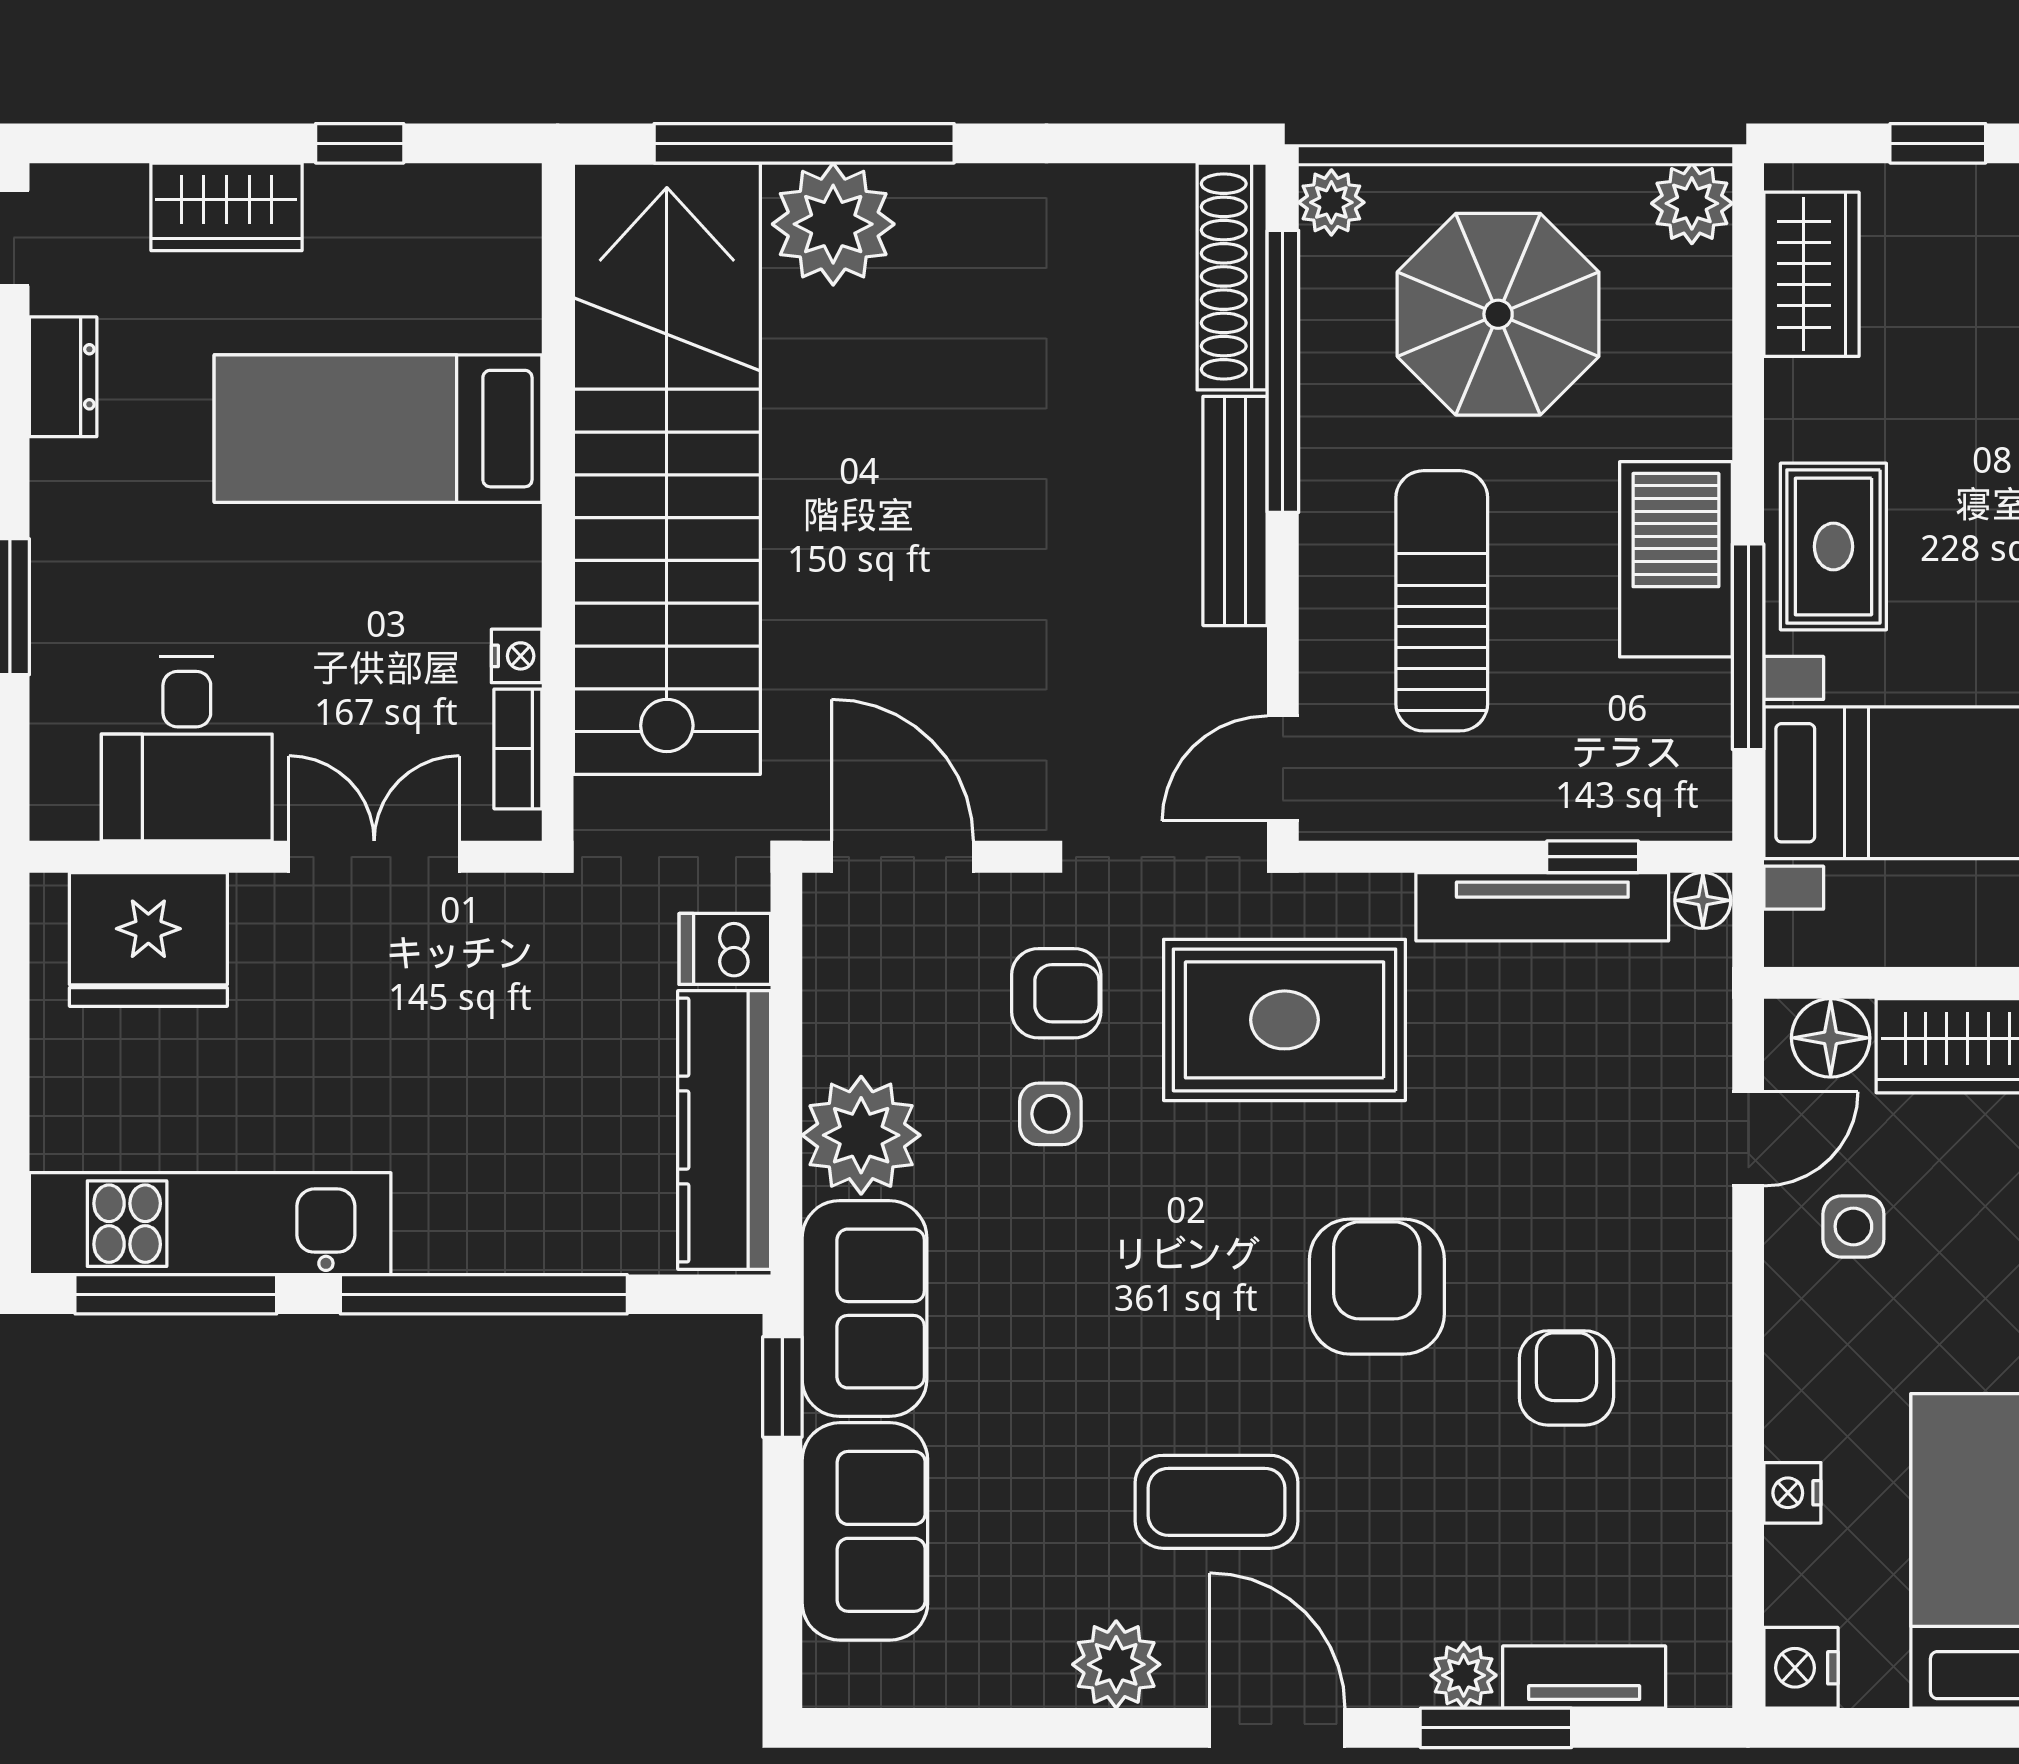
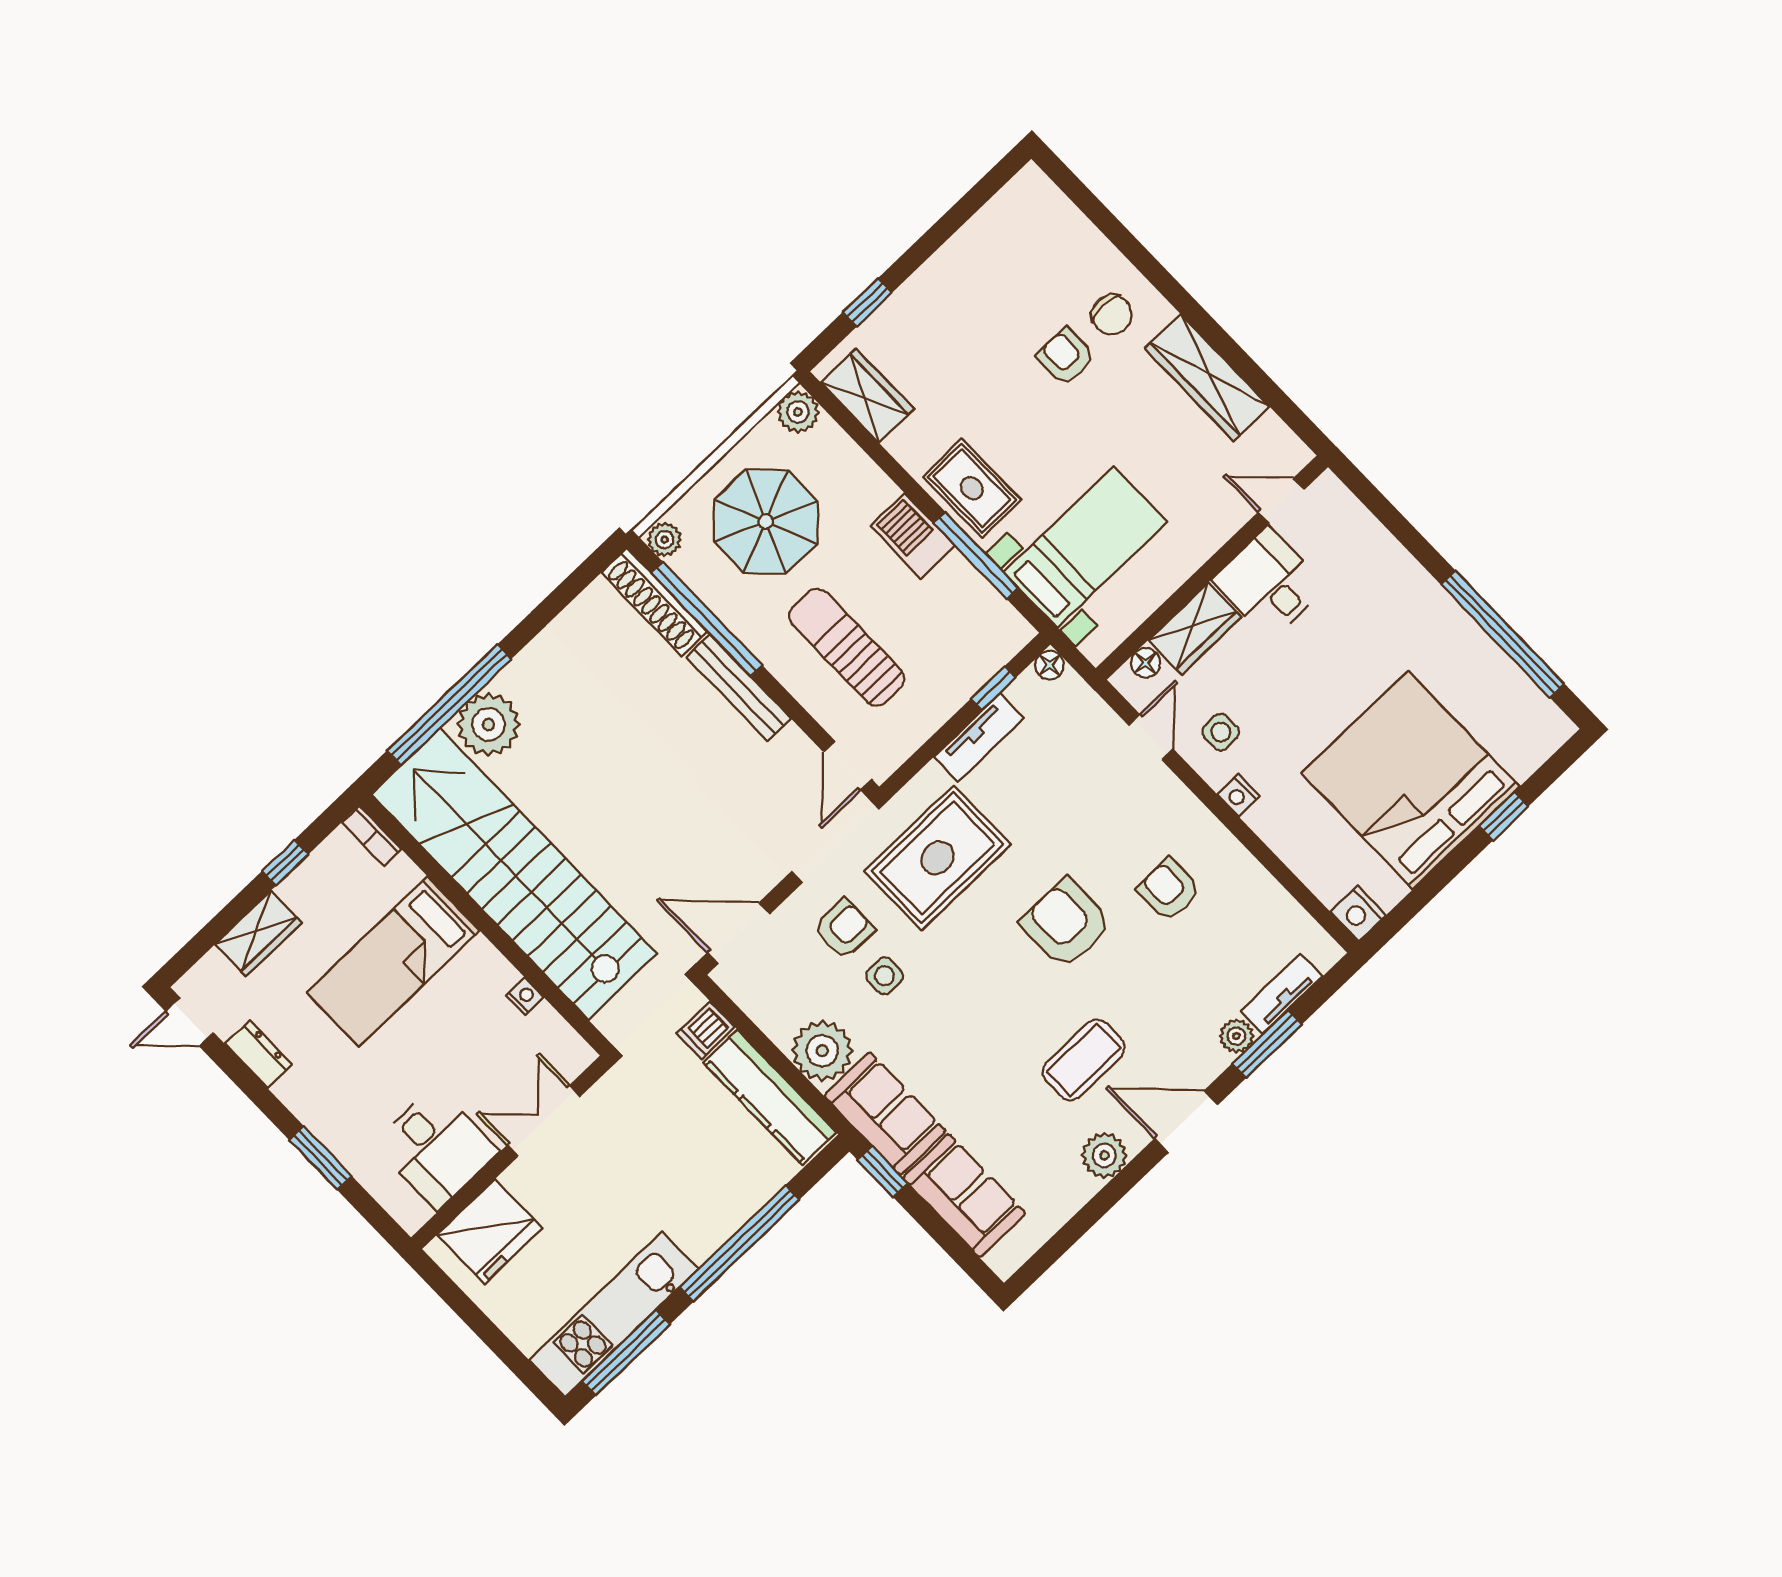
barbecue: (1676, 559) -> (913, 536), width x0.73, depth x0.83
bookcase: (518, 749) -> (372, 836), moved
tv unit: (1542, 907) -> (979, 738), width x0.71
floor lamp: (1831, 1038) -> (1146, 663), width x0.73, depth x0.73
nightstand: (1792, 1493) -> (1238, 795), moved

